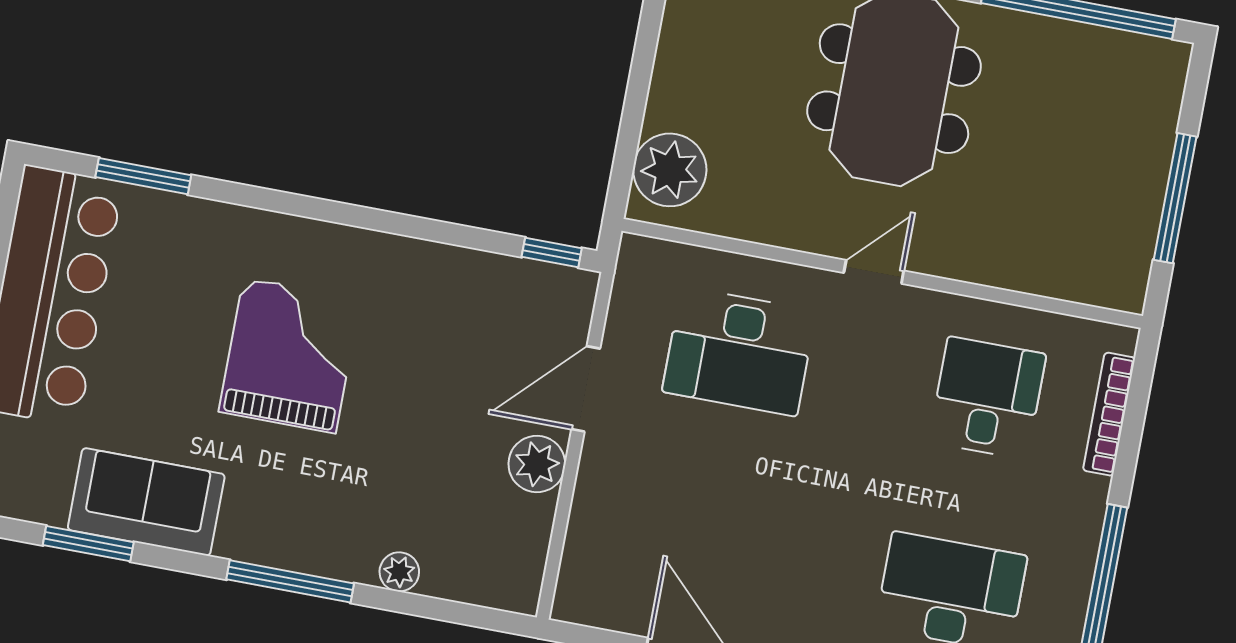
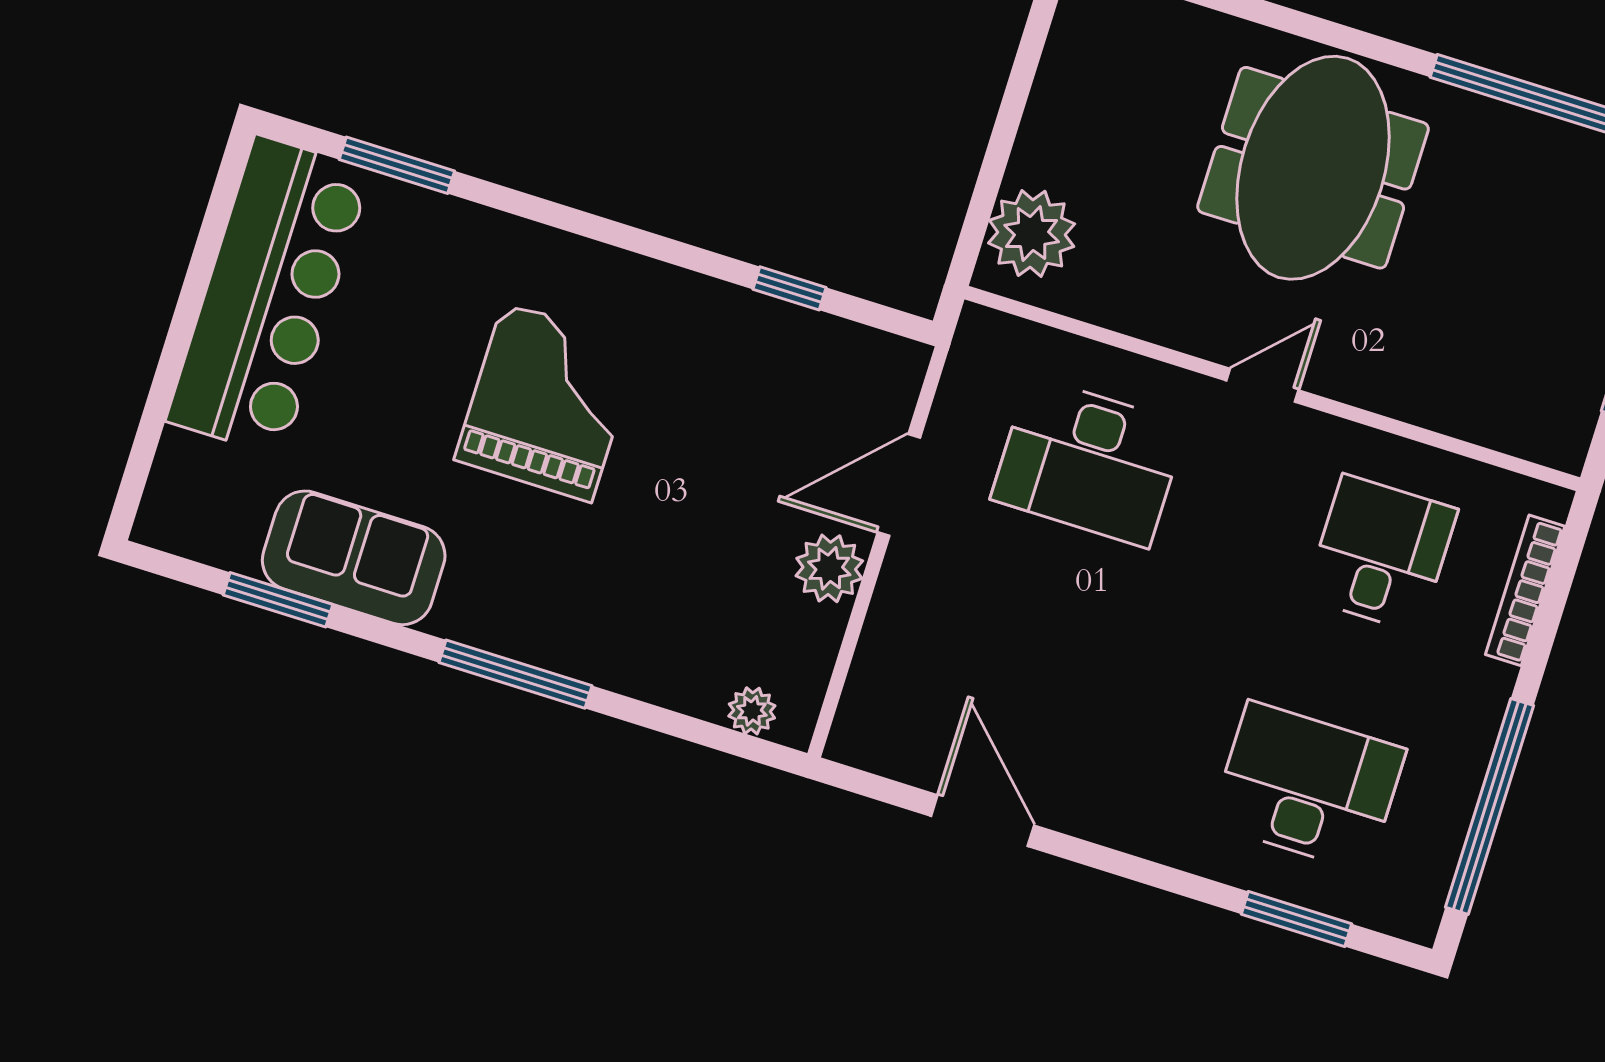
window: (552, 253) -> (789, 288), moved
plant: (399, 572) -> (752, 711), moved

